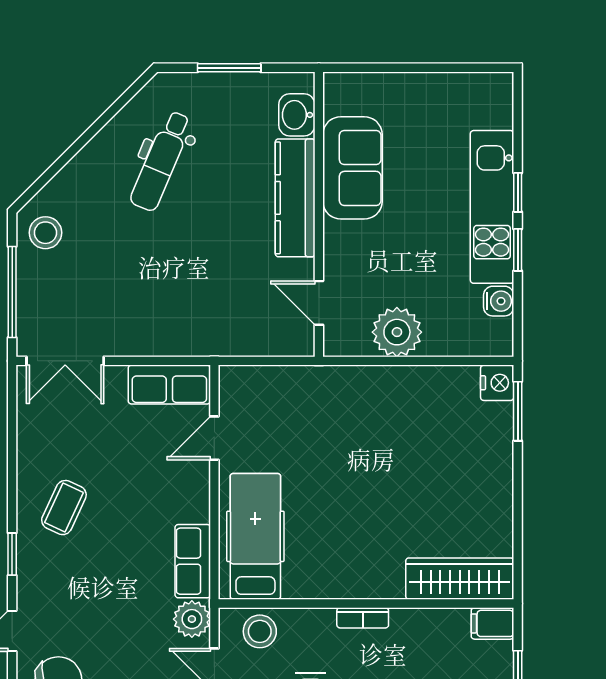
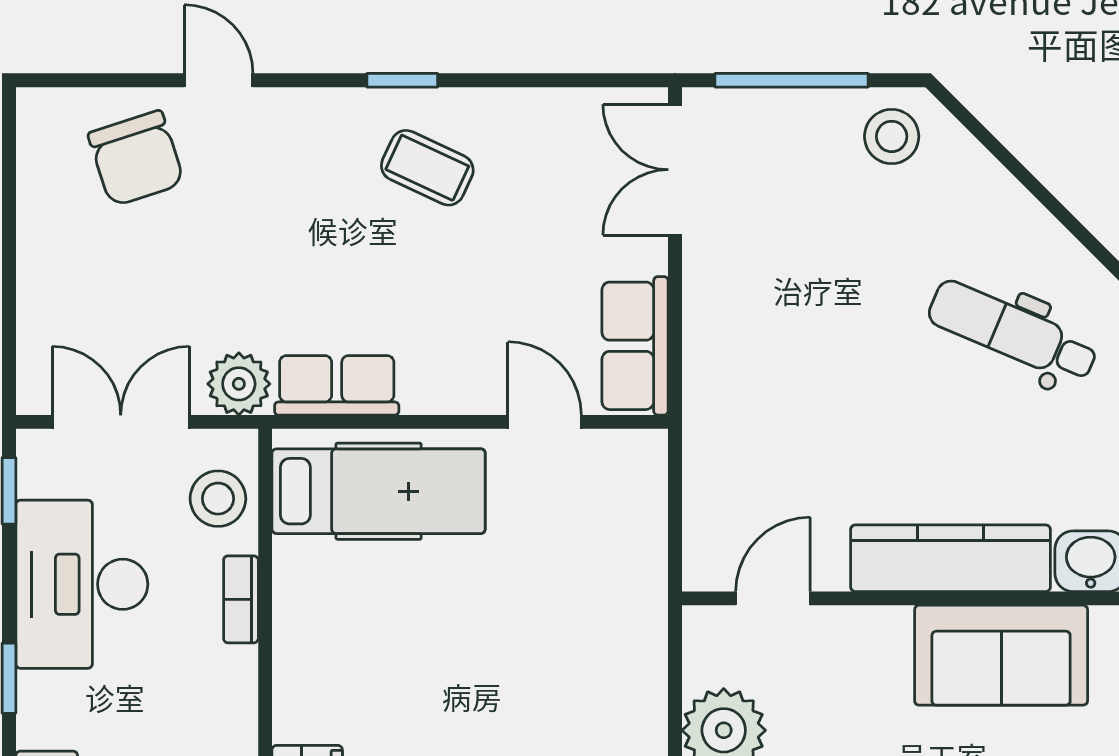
window: (12, 554) -> (402, 80), moved
bookcase: (363, 618) -> (241, 599), moved

